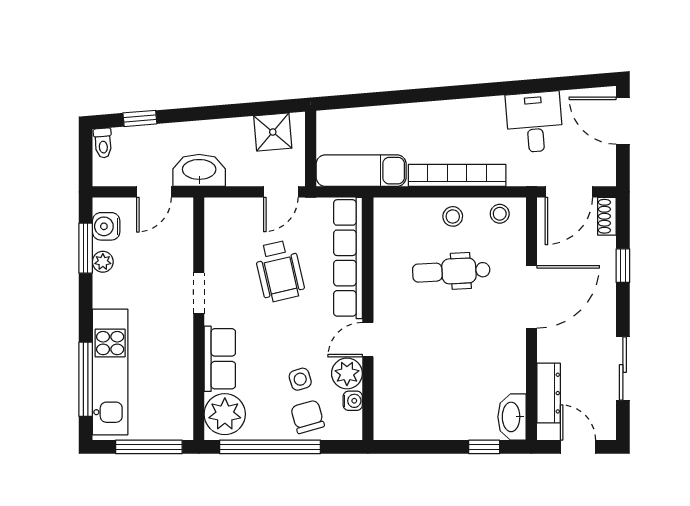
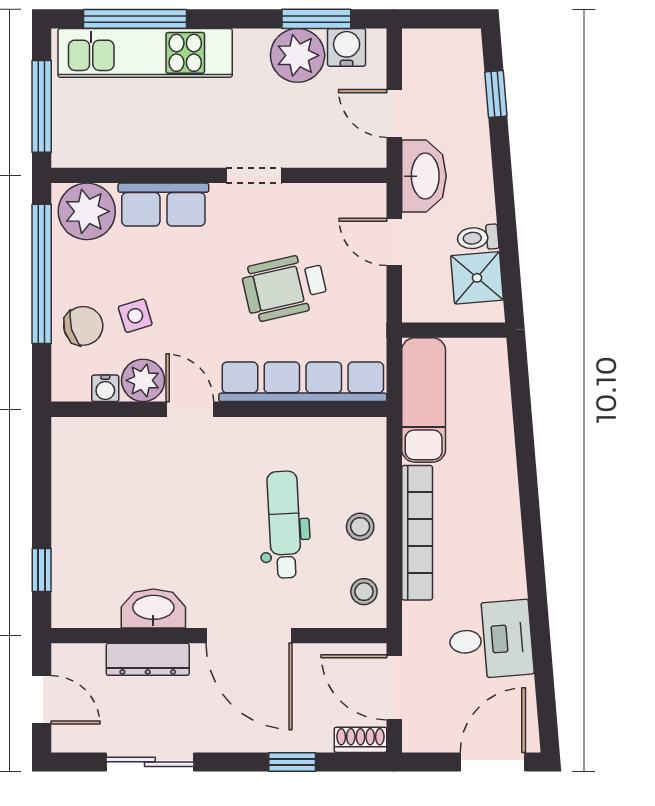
toilet: (103, 143) -> (478, 238), moved
door: (281, 192) -> (394, 242), moved
plant: (103, 262) -> (298, 55), width x1.88, depth x1.88
dresser: (549, 393) -> (148, 659), moved
washbasin: (512, 417) -> (153, 609), moved
door: (578, 447) -> (42, 700), hinge flipped

